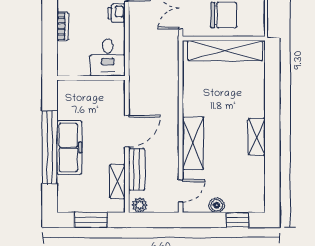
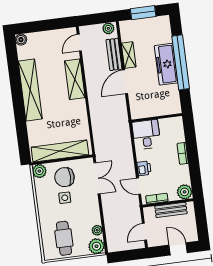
plant: (256, 28) -> (39, 171), added
shelving: (257, 137) -> (30, 90), width x2.20, depth x1.33
shelving: (117, 181) -> (129, 55), moved
boiler: (217, 205) -> (21, 40), moved
window: (238, 220) -> (34, 27), removed

